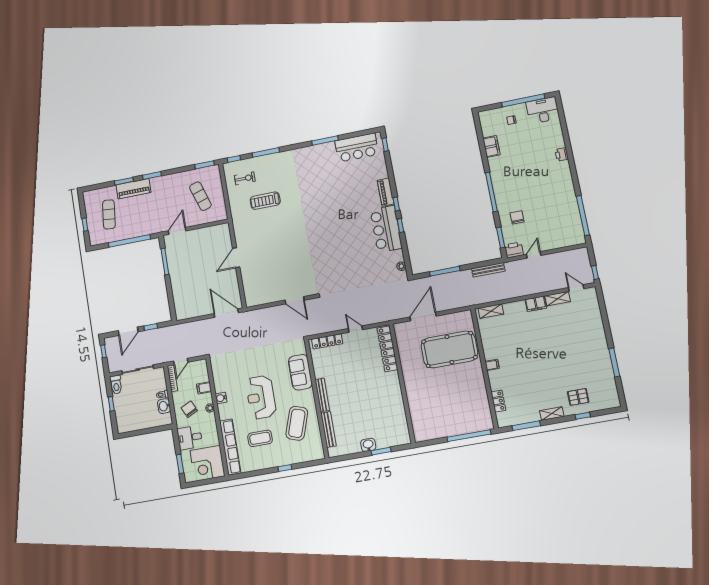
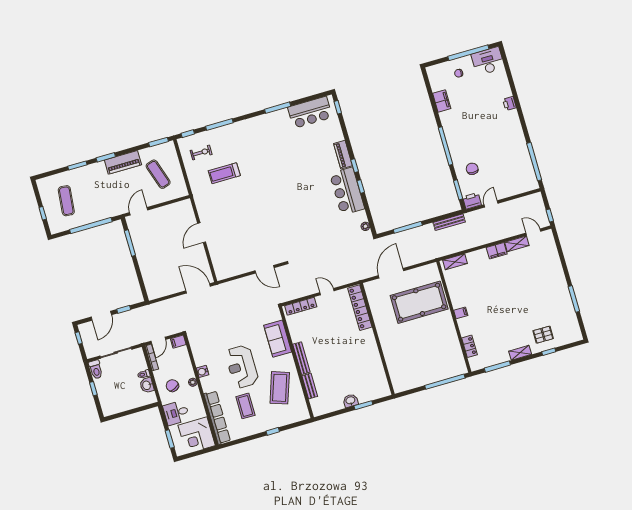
piano: (134, 189) -> (123, 162), moved
filing cabinet: (204, 388) -> (178, 342), moved
bench: (328, 429) -> (310, 386), width x0.73
coffee table: (260, 438) -> (245, 406), turned 90

